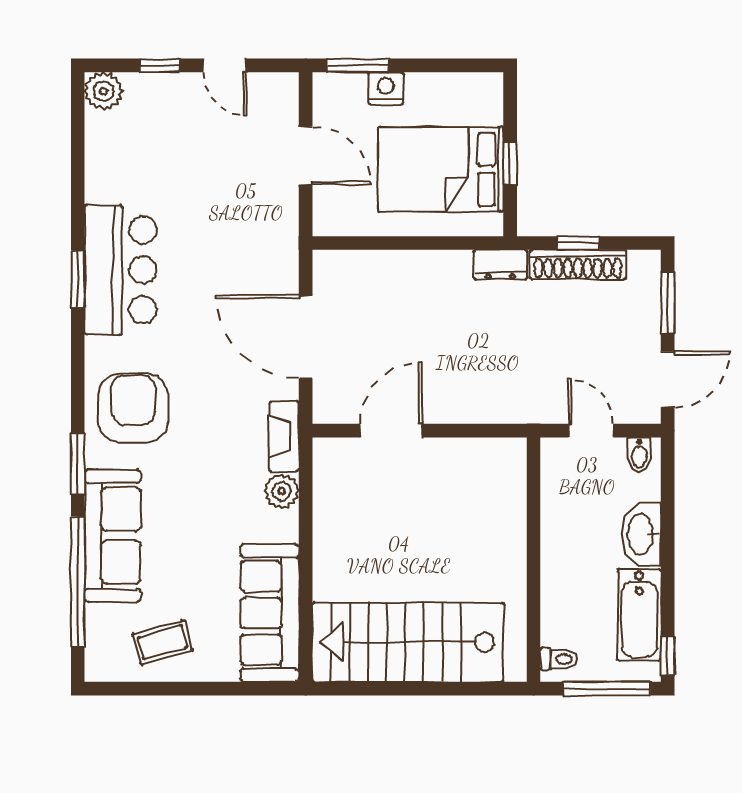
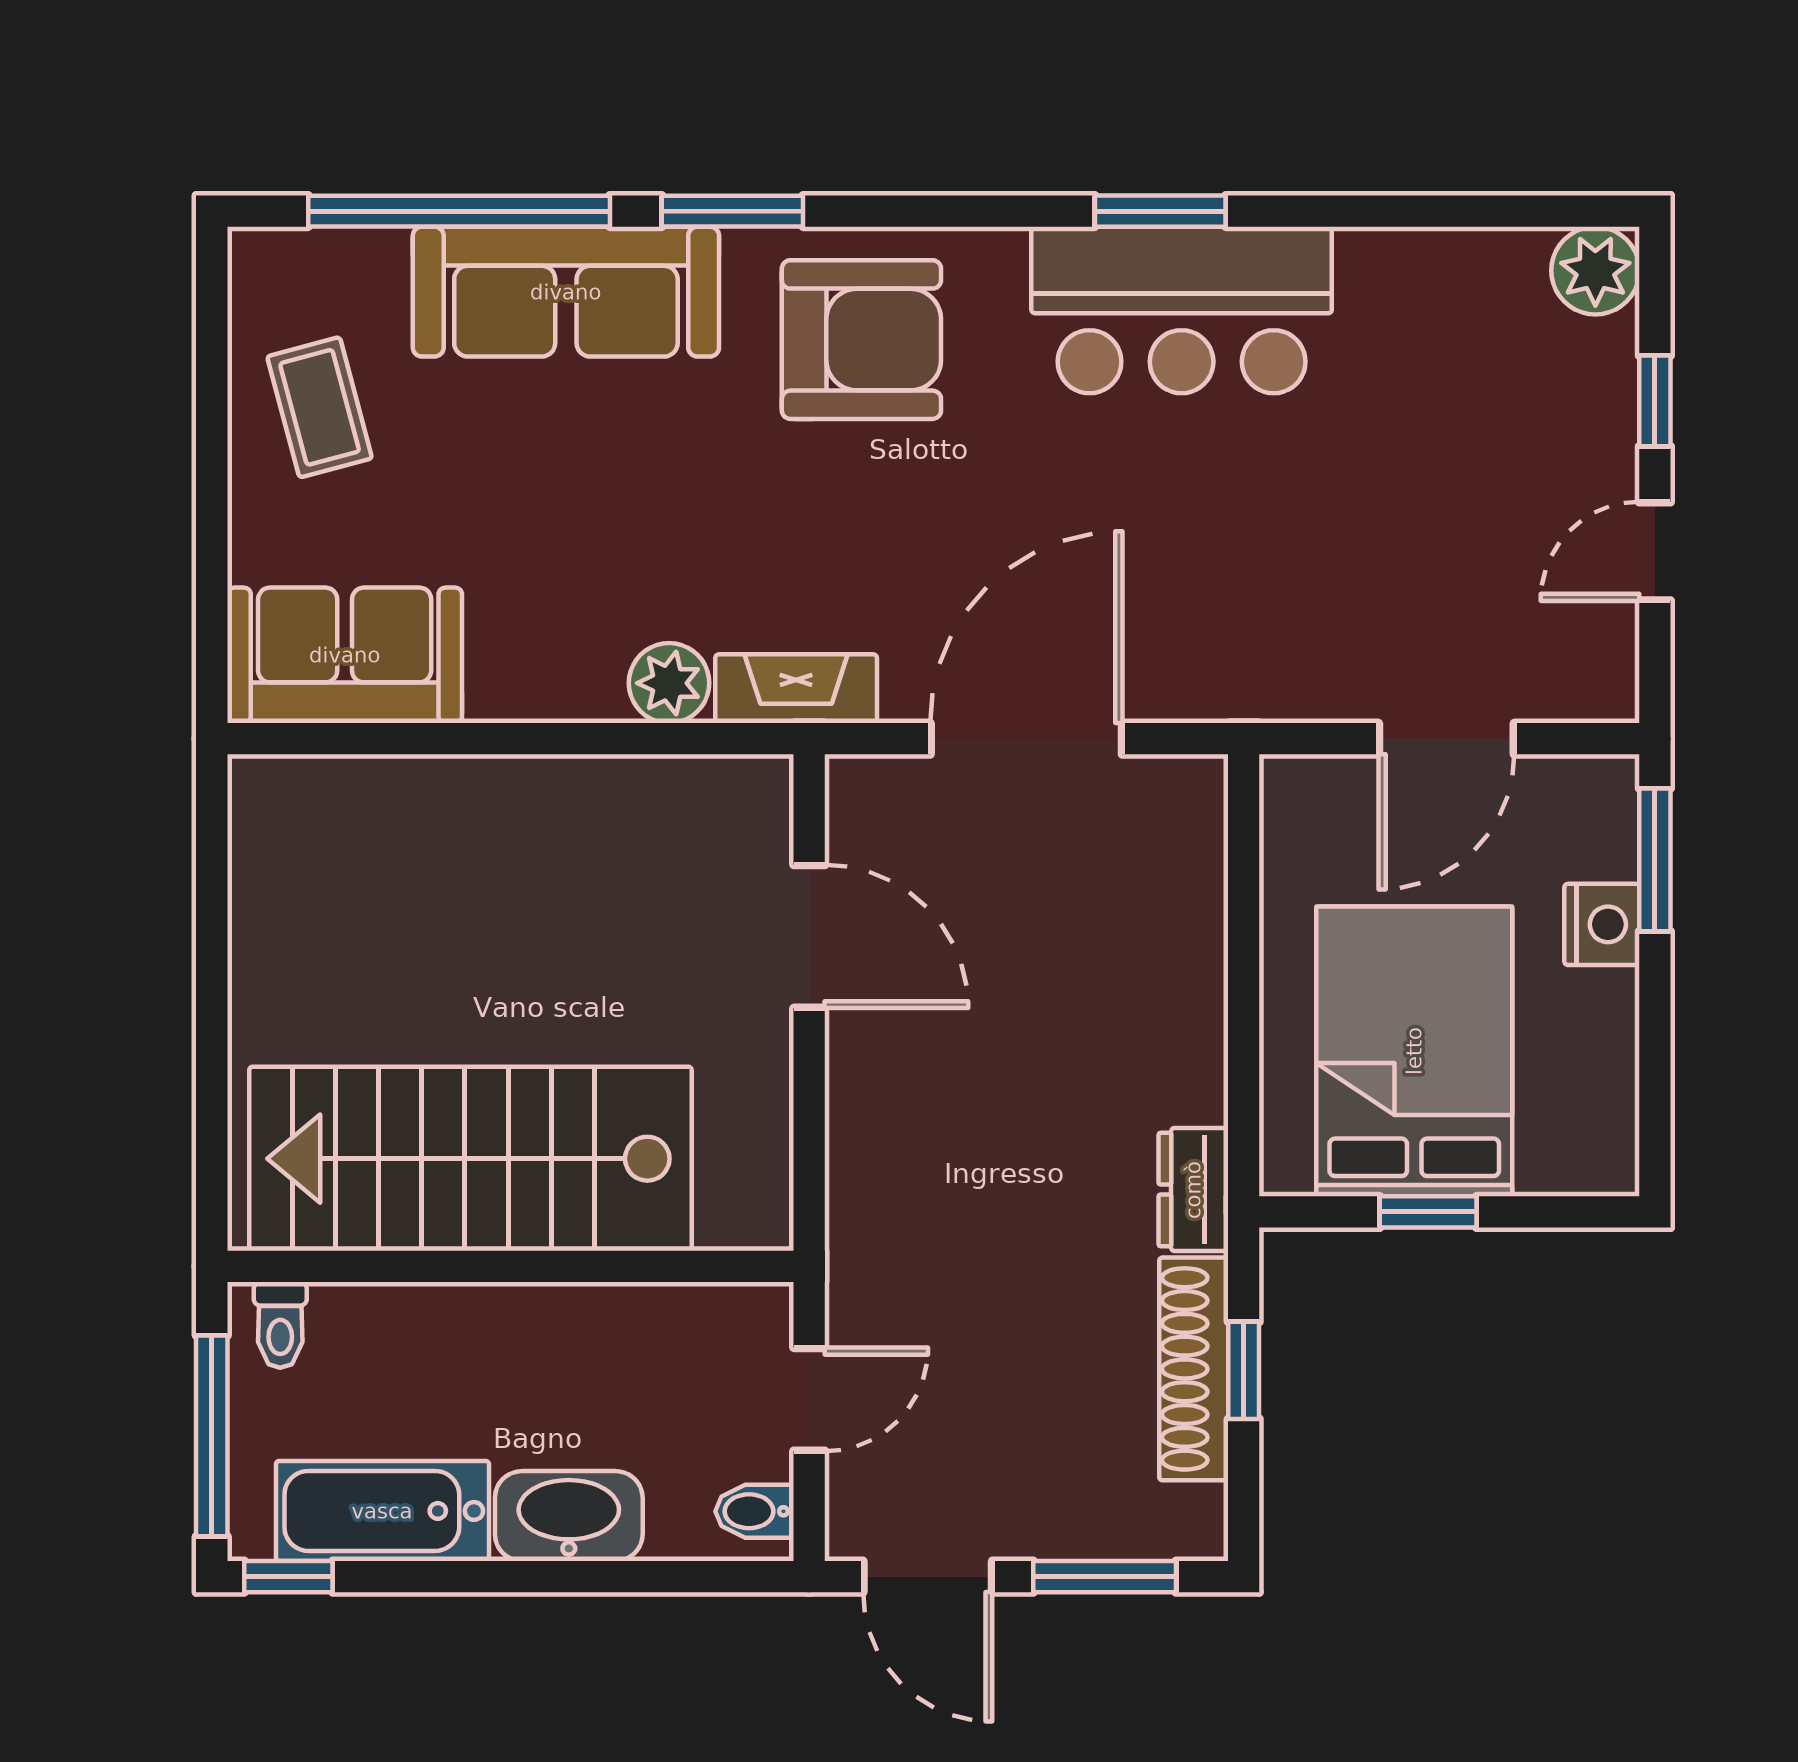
sofa: (270, 613) -> (345, 655), width x0.73
stairs: (408, 642) -> (470, 1159), moved, turned -90

